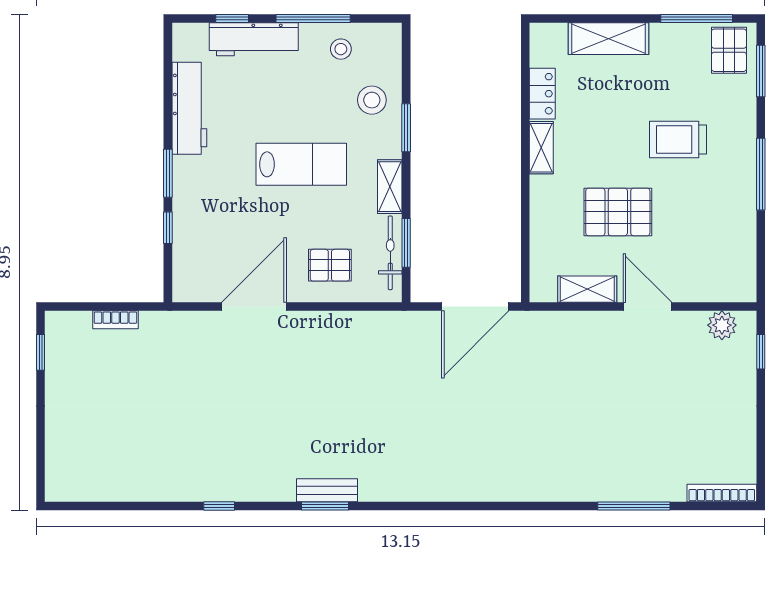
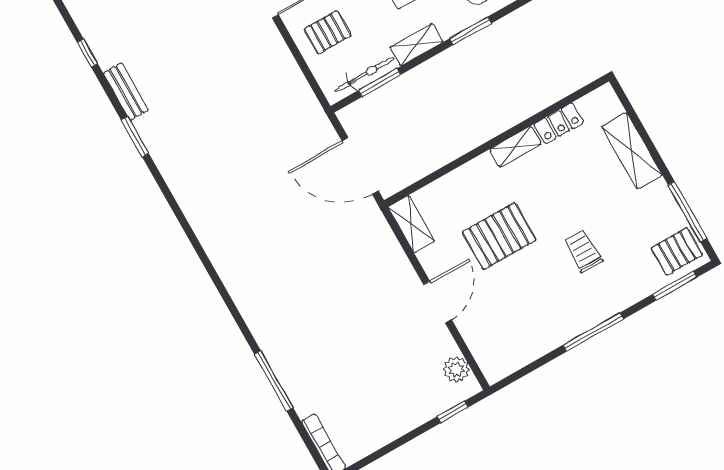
trolley: (678, 140) -> (583, 251), width x0.73, depth x0.72
pallet: (618, 212) -> (499, 236), turned 90
pallet: (330, 265) -> (328, 32), turned 90
shelving: (587, 289) -> (411, 224), moved
bench: (327, 490) -> (126, 92), moved

